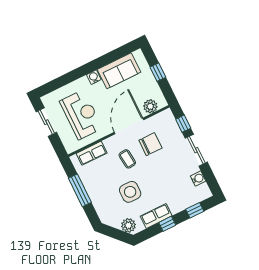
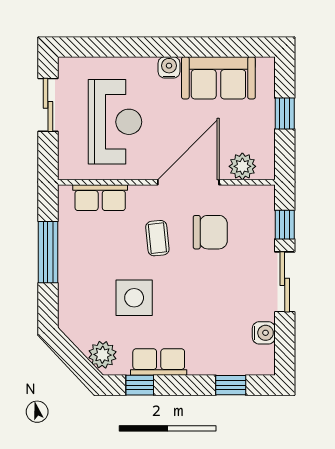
window: (167, 224) -> (140, 385), moved

